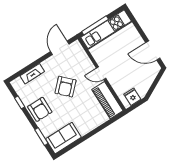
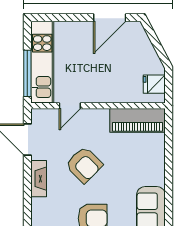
door: (101, 73) -> (70, 106), moved
fireplace: (32, 74) -> (39, 179), moved

